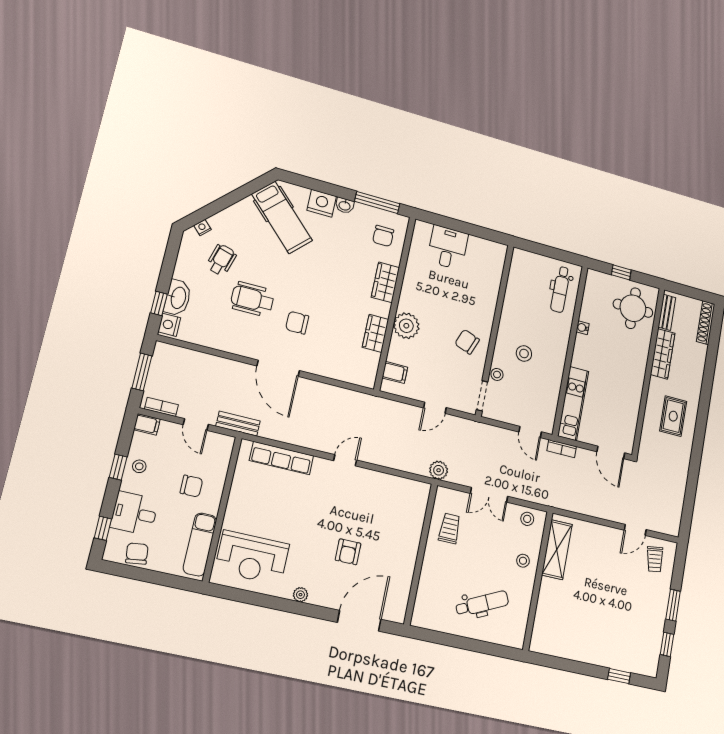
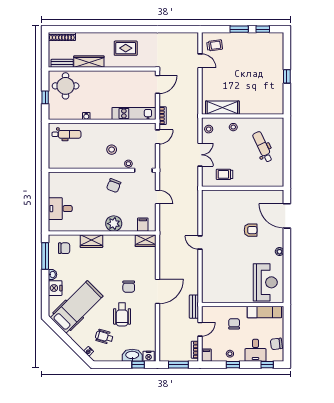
hospital bed: (282, 217) -> (77, 307), width x1.37, depth x1.29
wardrobe: (376, 333) -> (146, 241), moved
row of seats: (282, 458) -> (207, 278), removed
plant: (439, 470) -> (193, 188), removed
window: (619, 676) -> (287, 76), moved

